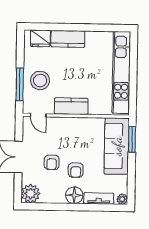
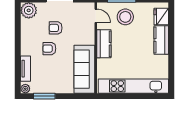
door: (38, 115) -> (96, 16), swing flipped
window: (132, 139) -> (44, 96), moved
sofa: (117, 146) -> (84, 69), moved, turned -90
floor lamp: (74, 195) -> (28, 48), removed

